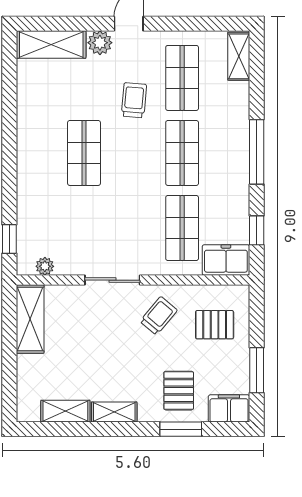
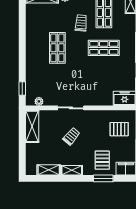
shop shelf: (182, 153) -> (104, 48), turned 90
shop shelf: (182, 228) -> (104, 83), removed
trolley: (159, 316) -> (71, 136), moved

